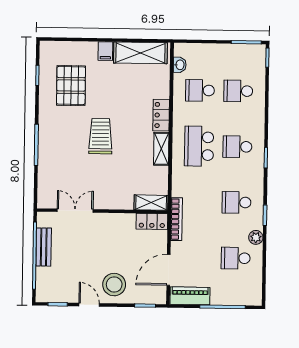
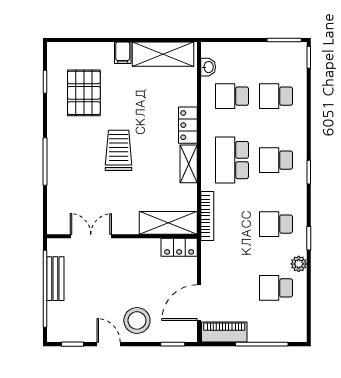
shelving: (151, 203) -> (168, 223), width x1.50, depth x1.33
bookcase: (176, 219) -> (207, 216), moved

